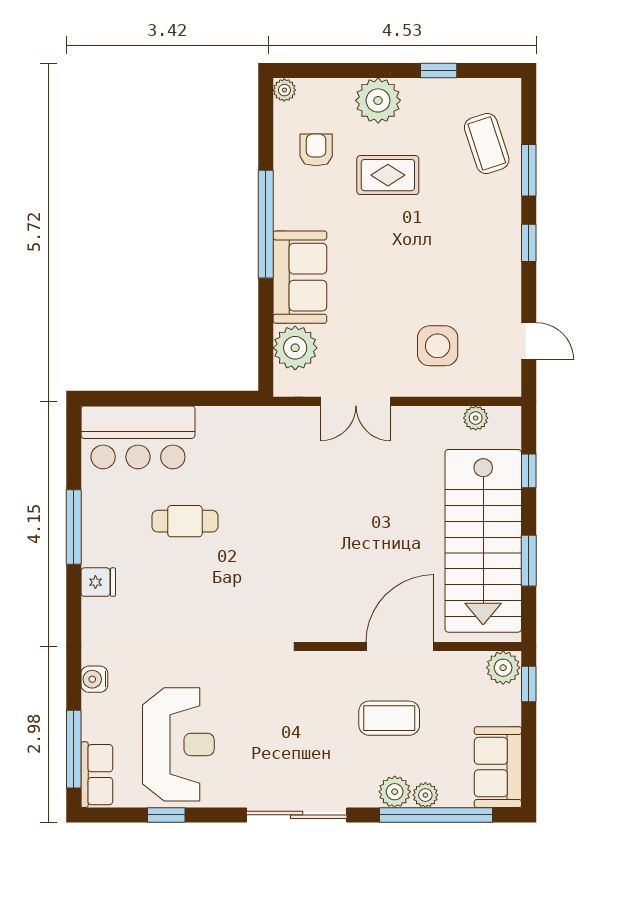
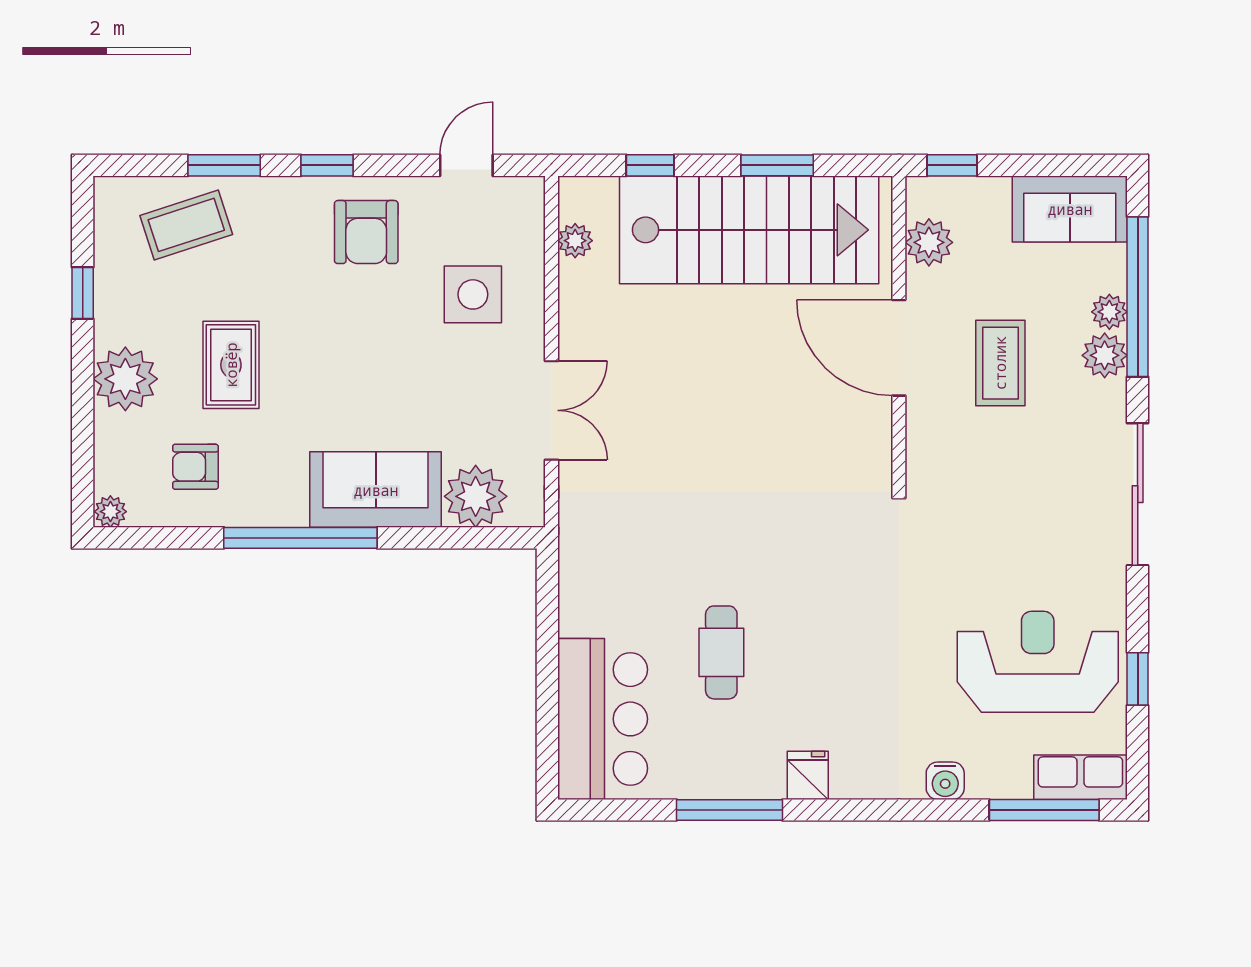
armchair: (482, 271) -> (366, 232), added
plant: (503, 668) -> (929, 242), moved

